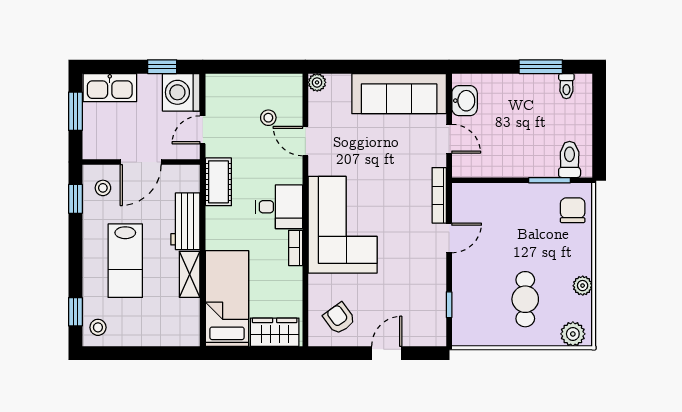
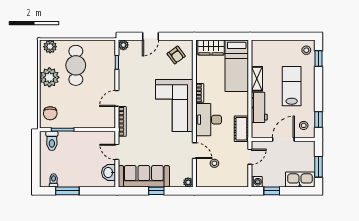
window: (376, 67) -> (156, 191), added
washing machine: (181, 92) -> (257, 182), width x0.53, depth x0.53
desk: (279, 207) -> (209, 120), width x1.37
plant: (583, 286) -> (49, 77), width x1.87, depth x1.87
cafe table: (525, 299) -> (76, 65), width x1.37, depth x1.35
plant: (437, 337) -> (123, 45), added

